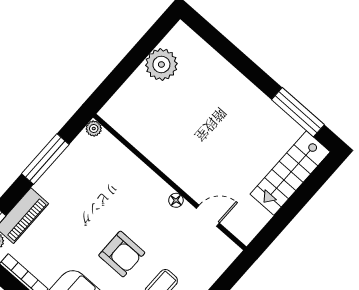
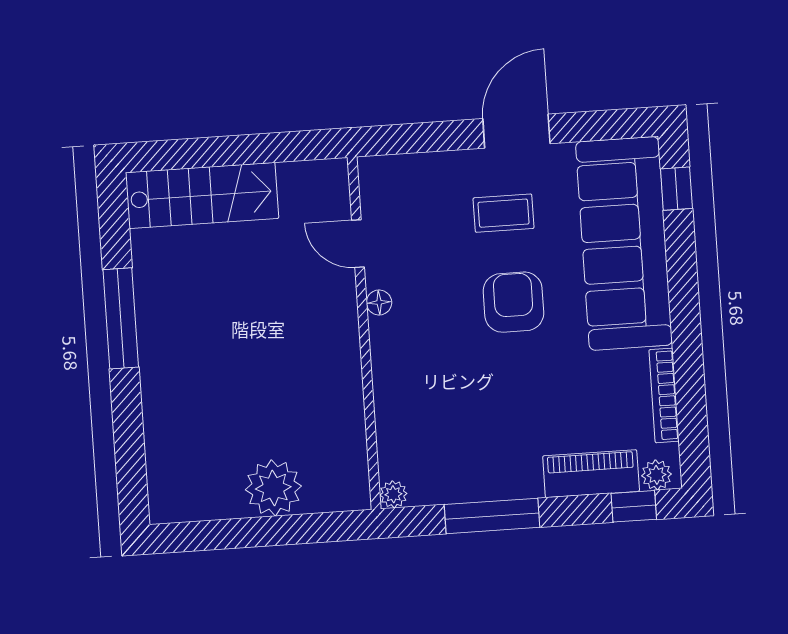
plant: (161, 64) -> (273, 488), moved
window: (298, 112) -> (121, 318), moved

